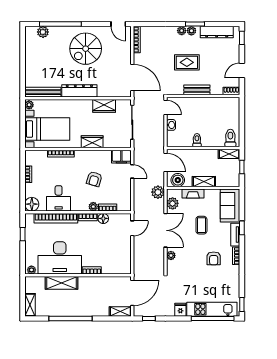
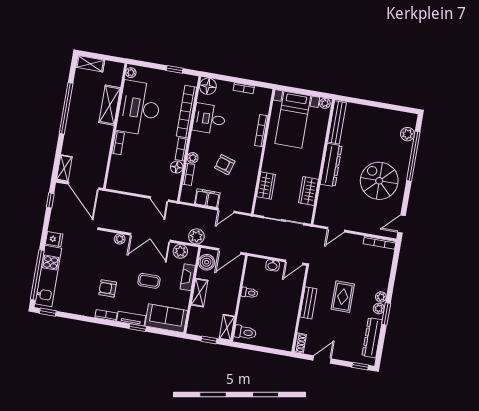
door: (242, 71) -> (322, 359), hinge flipped
door: (132, 78) -> (336, 230), width x0.53
wardrobe: (92, 142) -> (266, 186), moved
filing cabinet: (121, 157) -> (207, 198), moved, turned 90

